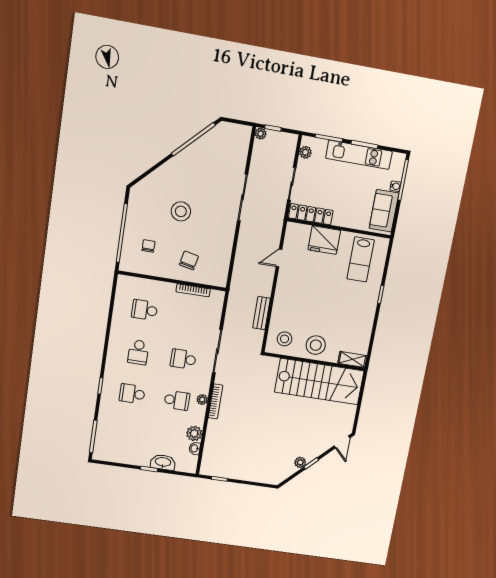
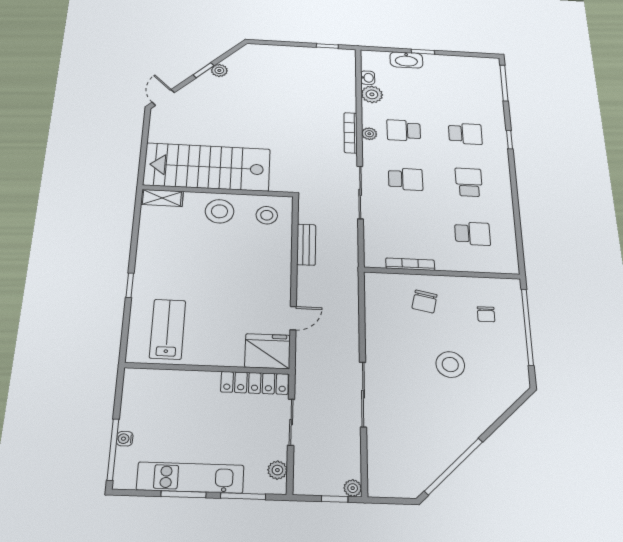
sofa: (384, 211) -> (139, 401), removed
fridge: (324, 240) -> (268, 351), moved

